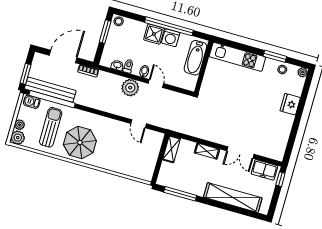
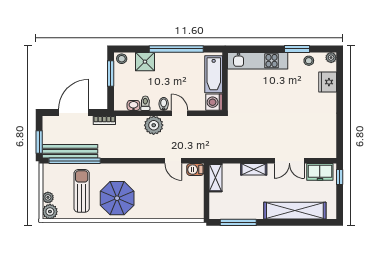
shower: (154, 34) -> (145, 62), moved
washing machine: (171, 38) -> (214, 102), moved, turned 90
barbecue: (32, 102) -> (195, 170), moved
fridge: (290, 104) -> (328, 82), moved

